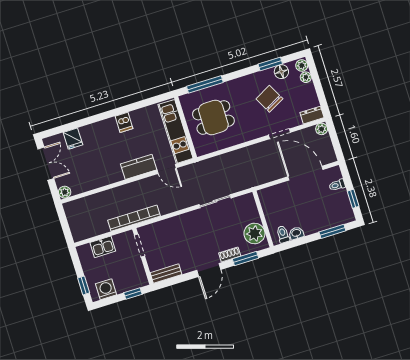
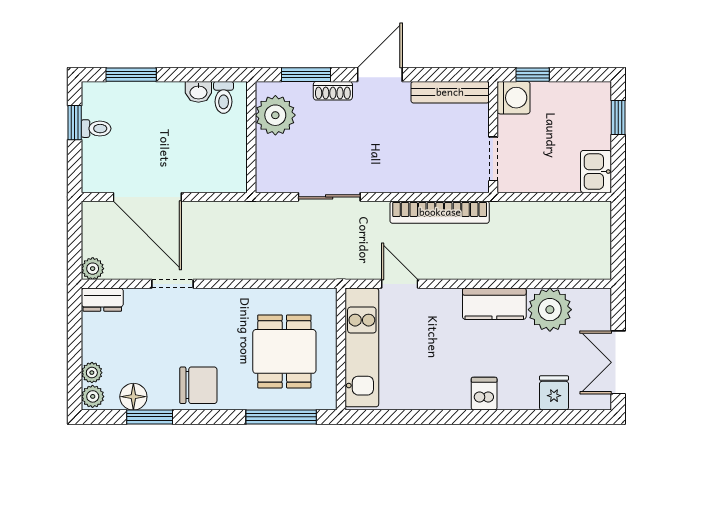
chair: (269, 99) -> (198, 385), moved, turned -62
dining table: (213, 117) -> (284, 351), turned 90
dishwasher: (124, 122) -> (484, 394), moved
kitchen counter: (139, 167) -> (494, 304), moved
toilet: (337, 185) -> (96, 129), moved
plant: (65, 192) -> (550, 310), moved, width x1.87, depth x1.87
bookcase: (134, 218) -> (440, 212), moved
kitchen sink: (103, 247) -> (596, 172), moved, turned -90
bench: (166, 274) -> (450, 92), width x1.36
washing machine: (106, 289) -> (514, 98), moved, turned -90

